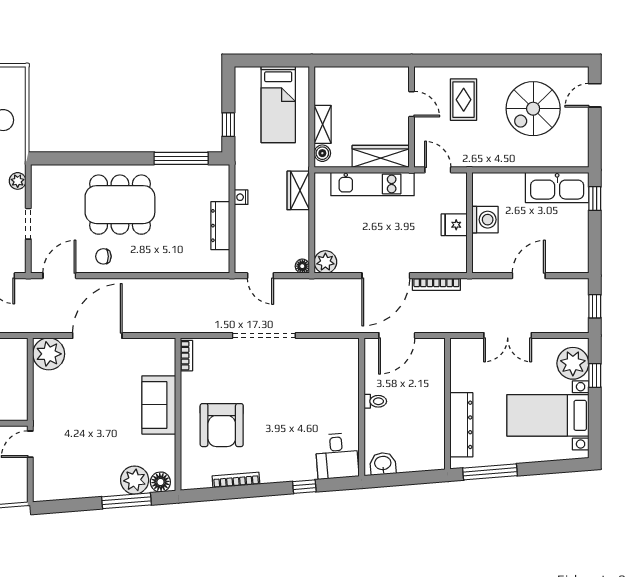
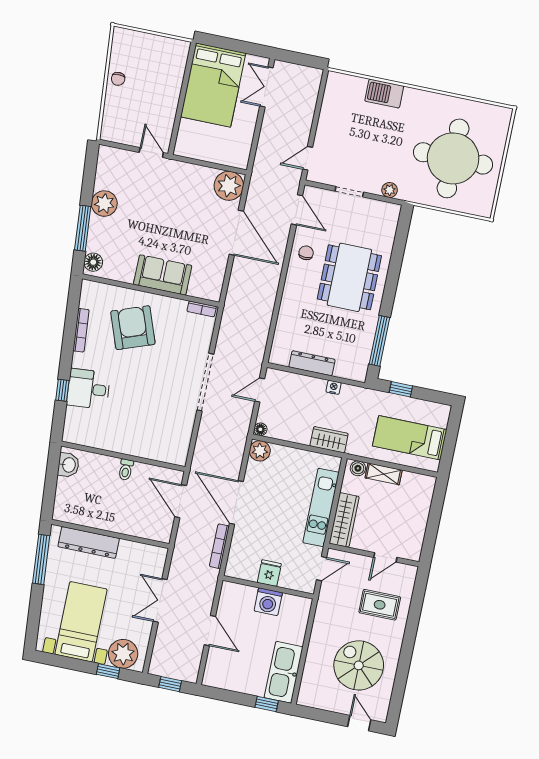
armchair: (222, 425) -> (133, 328), turned 70
desk: (337, 456) -> (88, 389), moved
plant: (135, 480) -> (104, 204), moved

